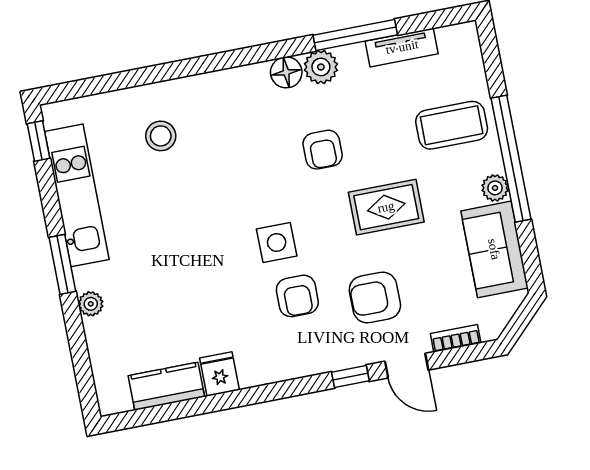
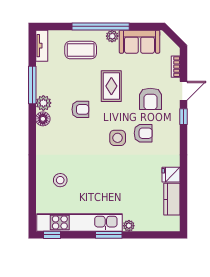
tv unit: (402, 47) -> (42, 46), moved
coffee table: (452, 125) -> (81, 50), turned 90
kitchen unit: (77, 195) -> (79, 222), width x1.36

